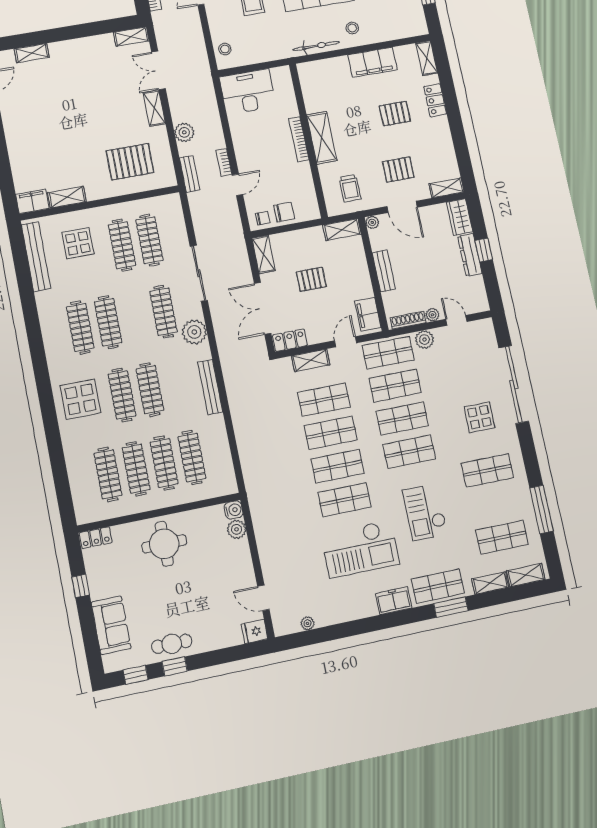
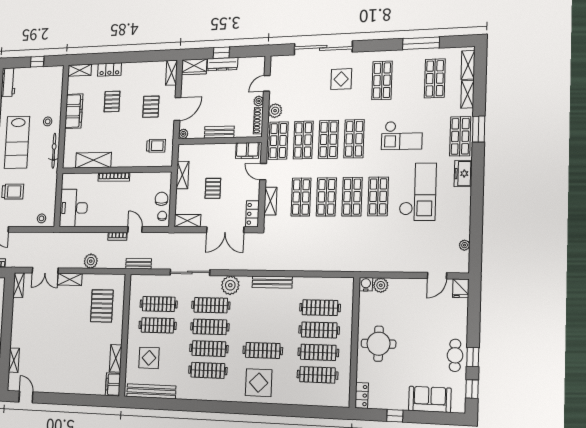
shelving: (322, 138) -> (93, 160), moved
bench: (190, 174) -> (139, 264), moved
shelving: (342, 230) -> (182, 175), moved
clothes rail: (150, 390) -> (210, 327), moved

